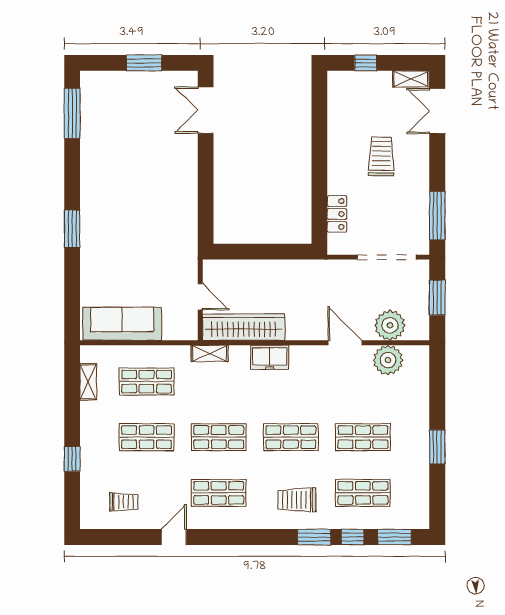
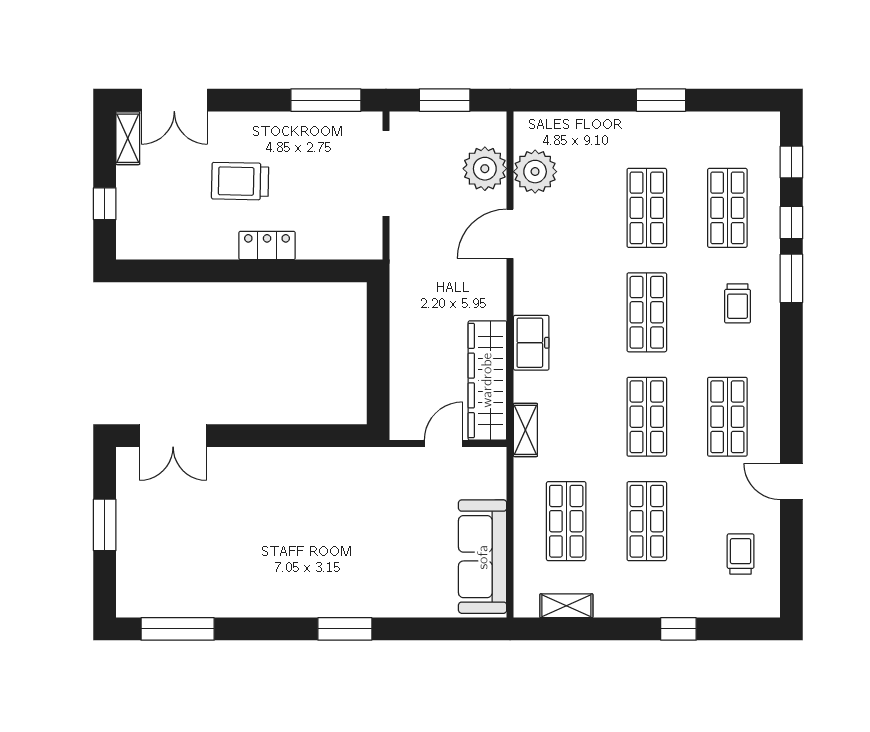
locker: (337, 214) -> (267, 245), moved
trolley: (297, 500) -> (738, 303), width x0.73, depth x0.72
window: (395, 537) -> (791, 162), width x0.67

